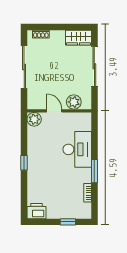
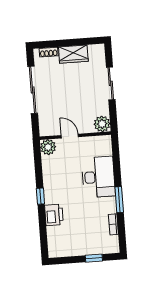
wardrobe: (78, 38) -> (73, 54), moved
sliding door: (94, 66) -> (111, 83), width x0.73
plant: (74, 102) -> (102, 124), moved
printer: (36, 211) -> (54, 215), moved, turned 90

